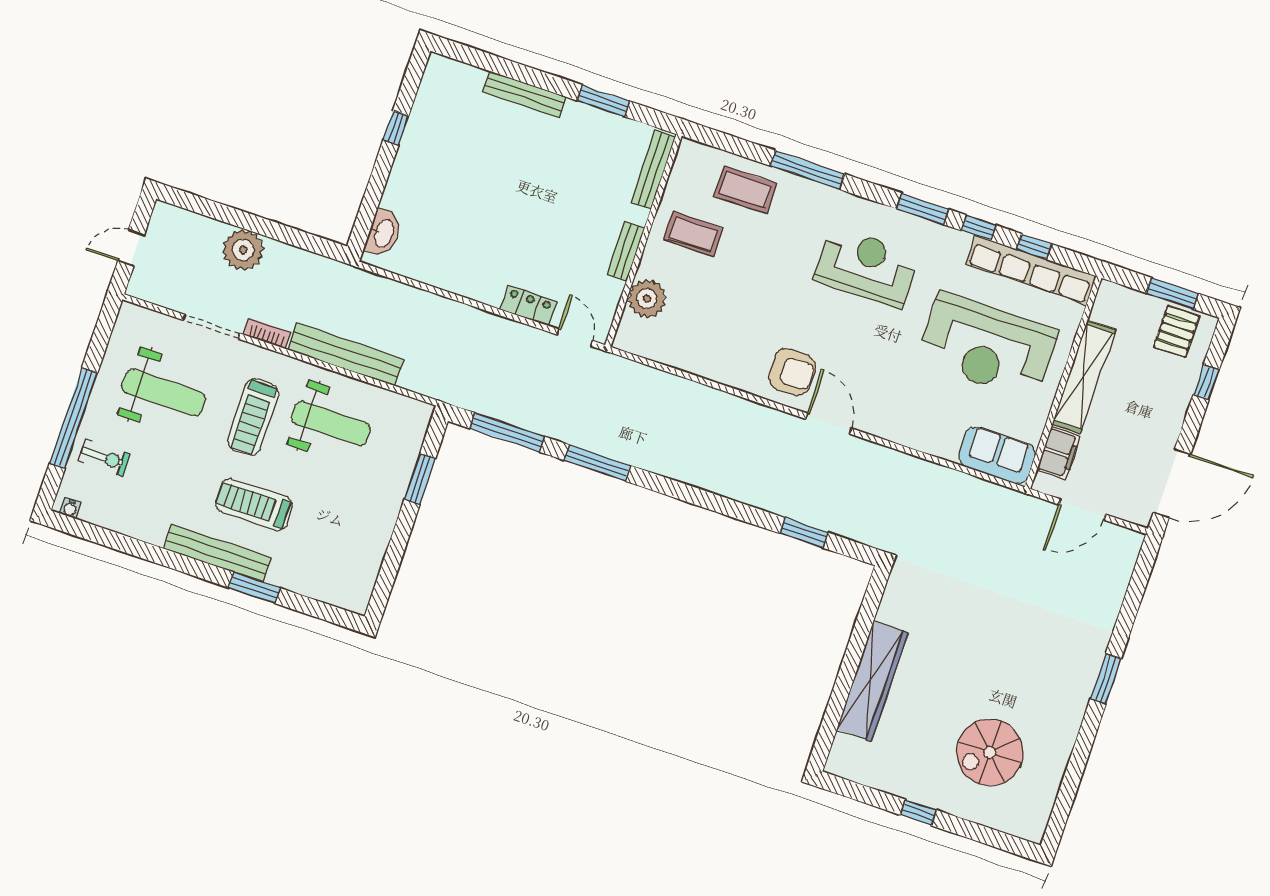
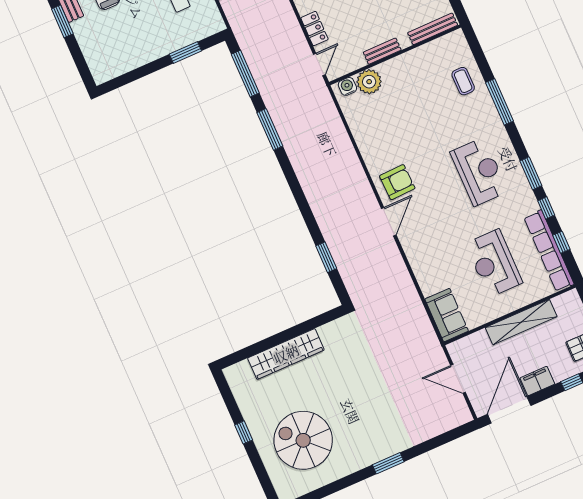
coffee table: (745, 190) -> (463, 81), width x0.73, depth x0.77
coffee table: (693, 234) -> (420, 76), removed
water cooler: (630, 328) -> (347, 86), added
reception desk: (987, 346) -> (494, 263), width x0.74, depth x0.77
armchair: (792, 372) -> (397, 182), turned -92
filing cabinet: (1058, 453) -> (537, 381), moved, turned 180
door: (1172, 483) -> (509, 410), swing flipped
spiral stairs: (990, 752) -> (303, 440), width x1.37, depth x1.37

